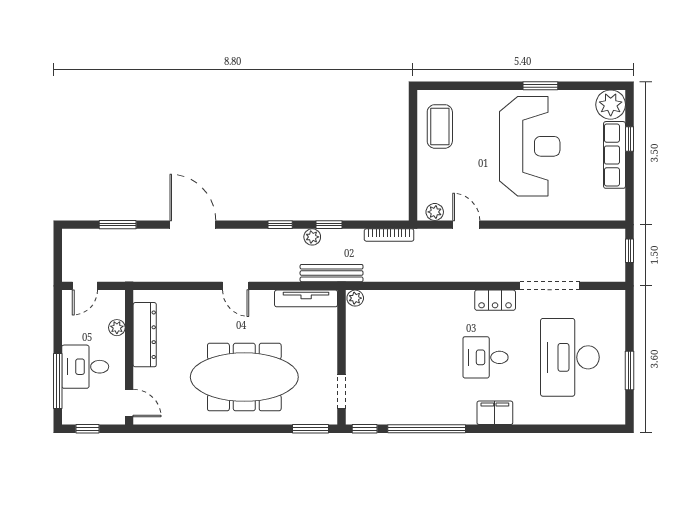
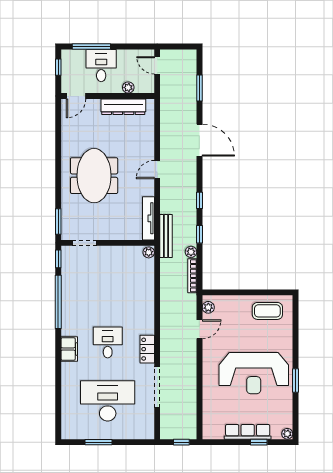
plant: (611, 105) -> (287, 434), width x0.53, depth x0.53
door: (193, 225) -> (199, 140), hinge flipped
plant: (312, 237) -> (191, 252), moved
meeting table: (244, 377) -> (94, 176), width x0.73

